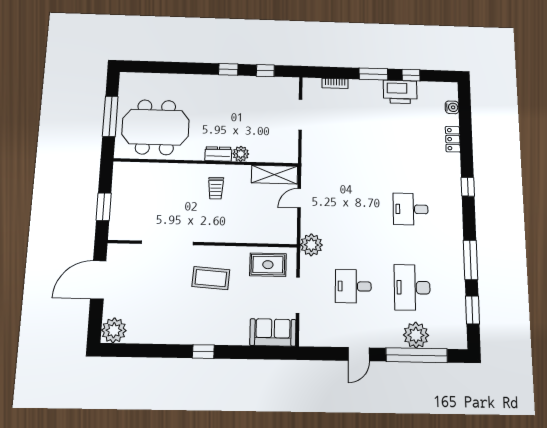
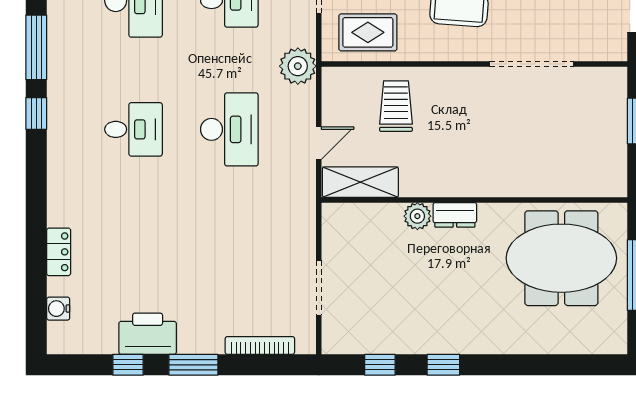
bookcase: (335, 83) -> (260, 345), width x1.56
window: (468, 187) -> (36, 113), moved
trolley: (216, 188) -> (396, 106), moved, width x1.36, depth x1.39
desk: (353, 208) -> (229, 129), added

